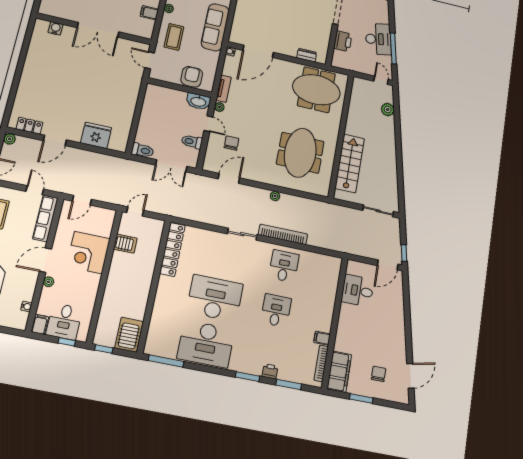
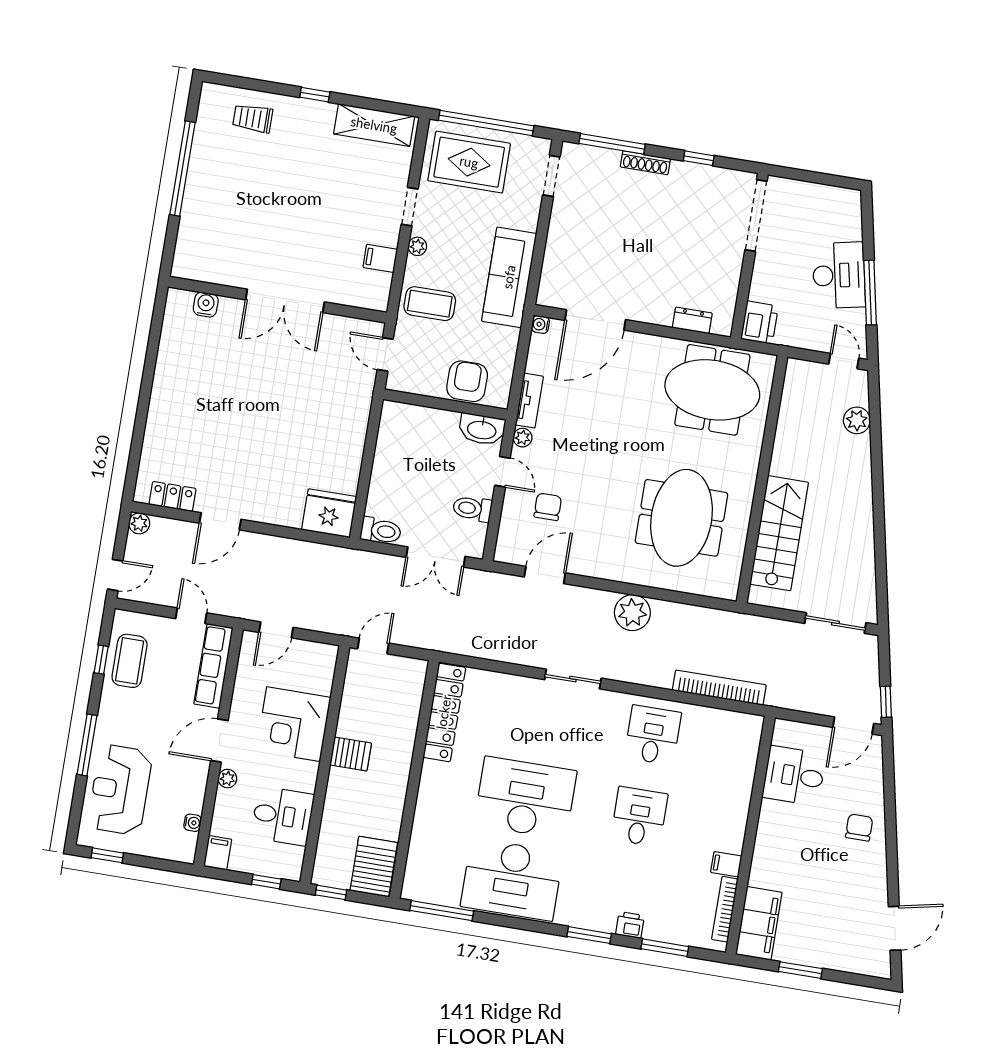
coffee table: (174, 37) -> (430, 304), turned 90
printer: (343, 41) -> (760, 323), moved
fridge: (96, 135) -> (329, 513), moved
plant: (275, 196) -> (632, 613), width x1.88, depth x1.88
bookcase: (283, 234) -> (719, 688), moved
server rack: (125, 244) -> (351, 754), moved
desk: (64, 321) -> (282, 816), moved, turned -90
chair: (379, 374) -> (859, 828), moved

